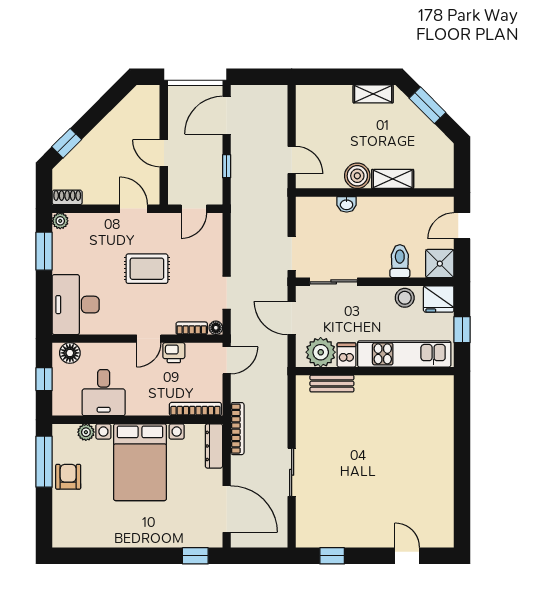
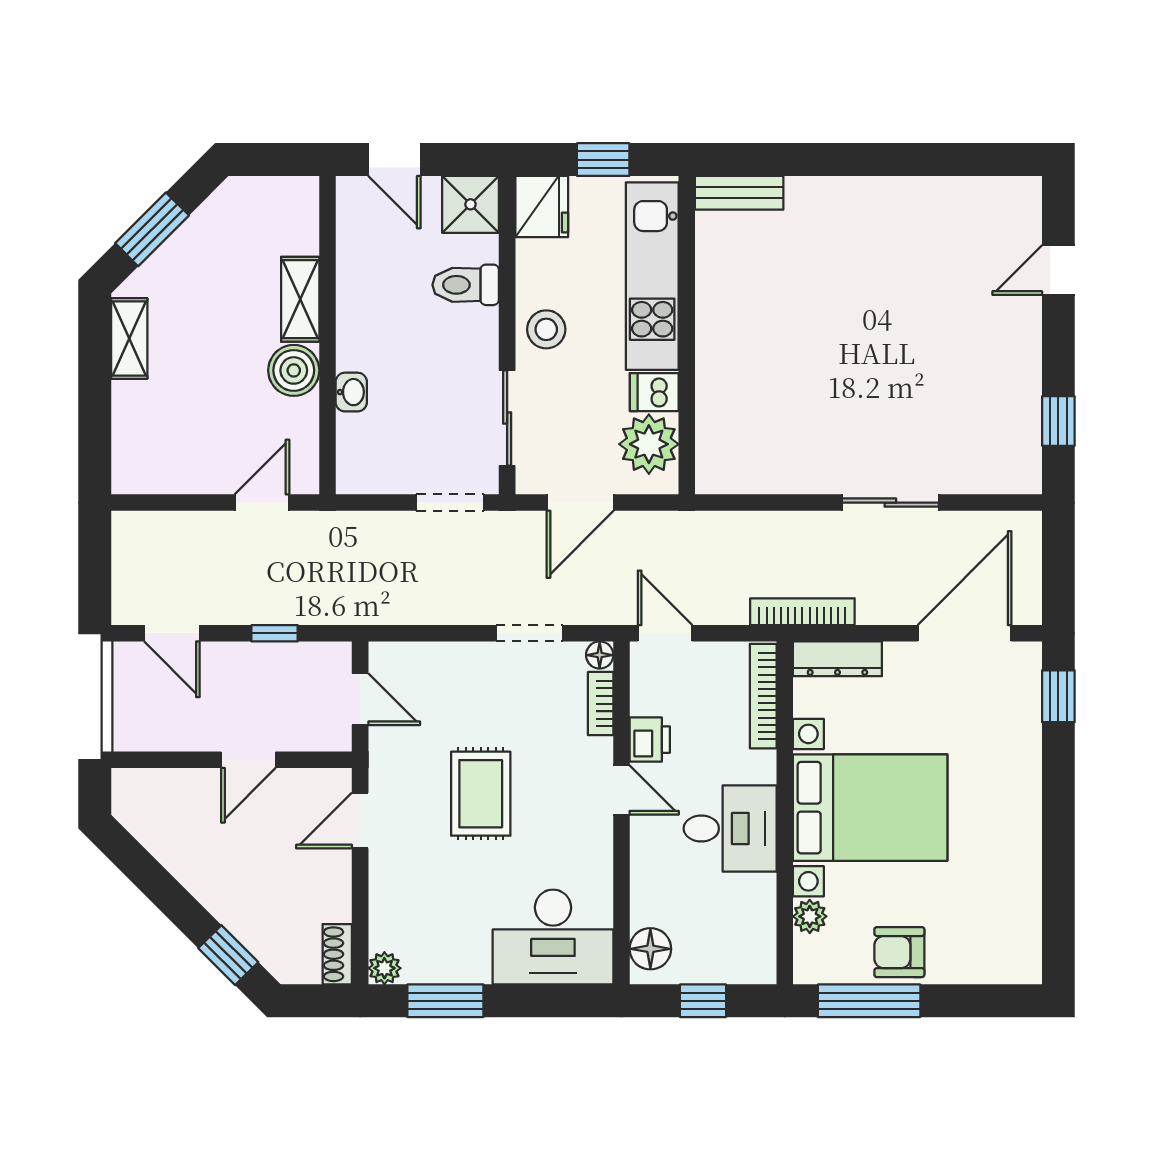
door: (227, 115) -> (172, 633), width x0.73
stool: (405, 298) -> (546, 329), moved
bench: (332, 384) -> (739, 193), moved, turned 90
desk: (104, 393) -> (730, 828), moved

